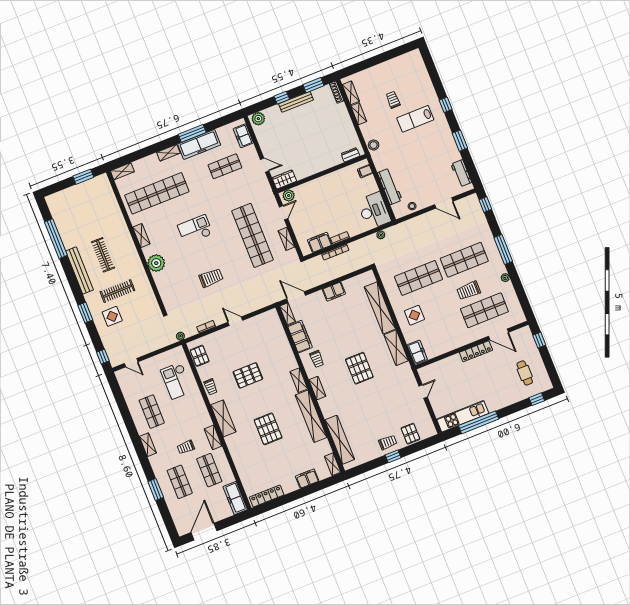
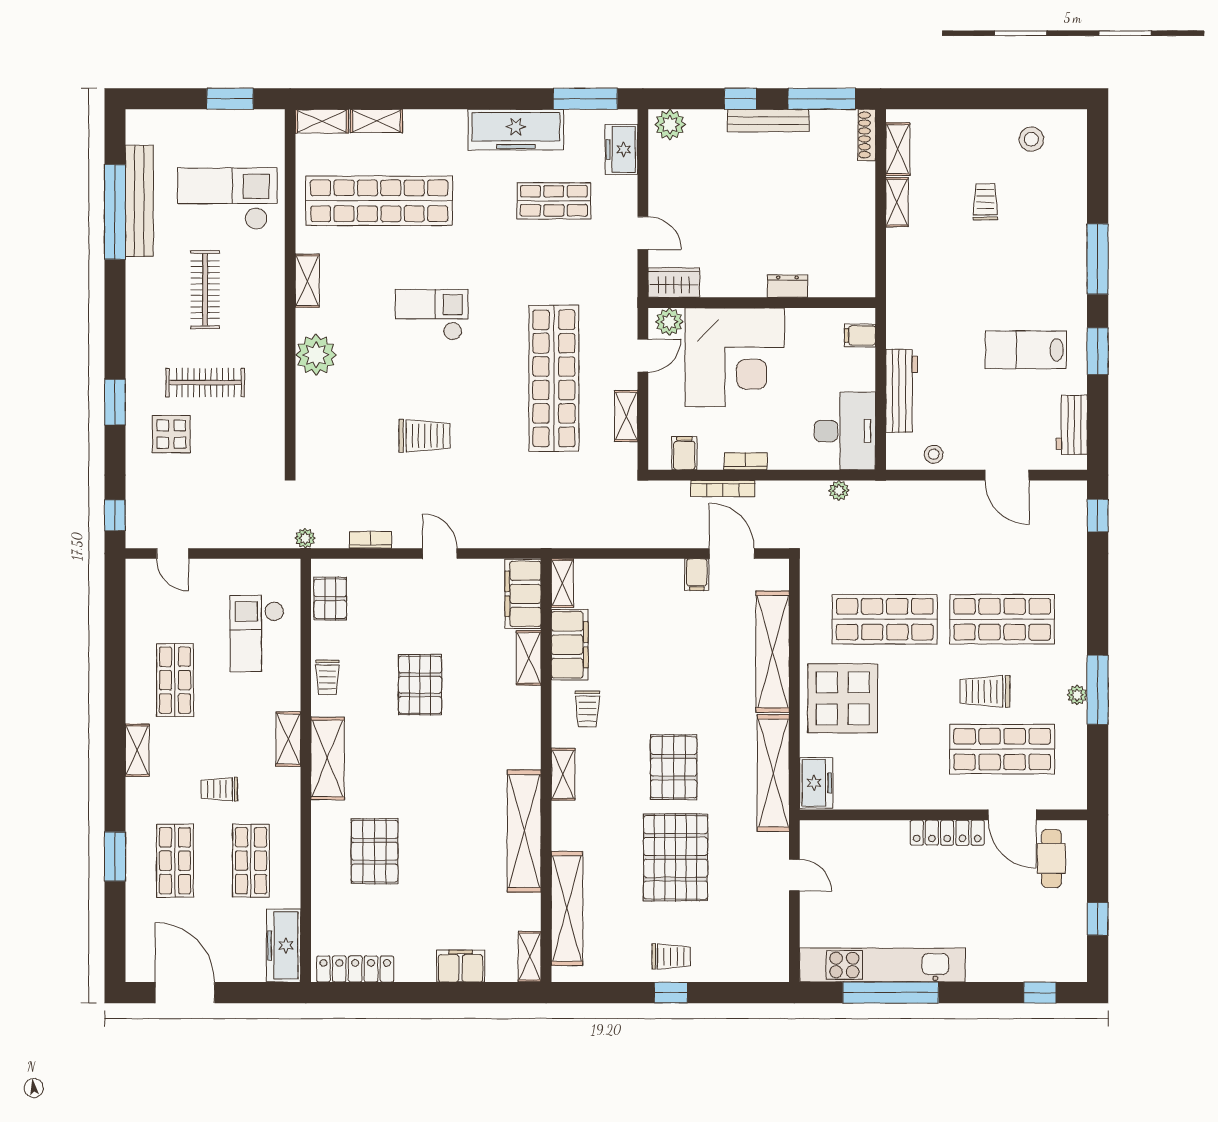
window: (313, 85) -> (822, 99), width x1.44
window: (446, 105) -> (1098, 259), width x2.17
lab bench: (415, 119) -> (1026, 350), moved
window: (192, 133) -> (585, 99), moved
stool: (374, 145) -> (1031, 139), moved
shelving: (168, 153) -> (376, 121), moved
dresser: (350, 155) -> (787, 286), moved
corner desk: (320, 199) -> (735, 357), added
checkout: (98, 216) -> (227, 199), added
filing cabinet: (320, 242) -> (684, 453), width x0.50
window: (503, 249) -> (1098, 690), moved
bench: (80, 270) -> (139, 201), moved
filing cabinet: (334, 292) -> (697, 575), width x0.50
door: (296, 297) -> (732, 554), moved
display table: (414, 315) -> (843, 698), width x1.86, depth x1.86
filing cabinet: (274, 324) -> (523, 594), added
window: (539, 340) -> (1098, 919), moved
shelving: (396, 348) -> (773, 773), width x1.47
cafe table: (525, 373) -> (1051, 858), moved
pallet: (248, 375) -> (420, 685), turned 90
shelving: (299, 380) -> (529, 658), moved
door: (423, 391) -> (794, 875), hinge flipped
kitchen unit: (463, 416) -> (882, 965), width x1.36
pallet: (268, 429) -> (375, 851), moved
pallet: (410, 434) -> (676, 857), moved, width x2.05, depth x2.00
shelving: (213, 437) -> (288, 739), moved
door: (204, 532) -> (185, 993), hinge flipped

